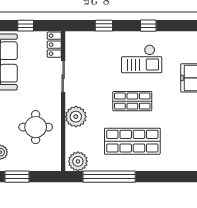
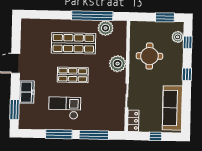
window: (104, 26) -> (94, 135), width x2.17
window: (148, 26) -> (59, 134), width x2.17
plant: (78, 161) -> (106, 28), moved

